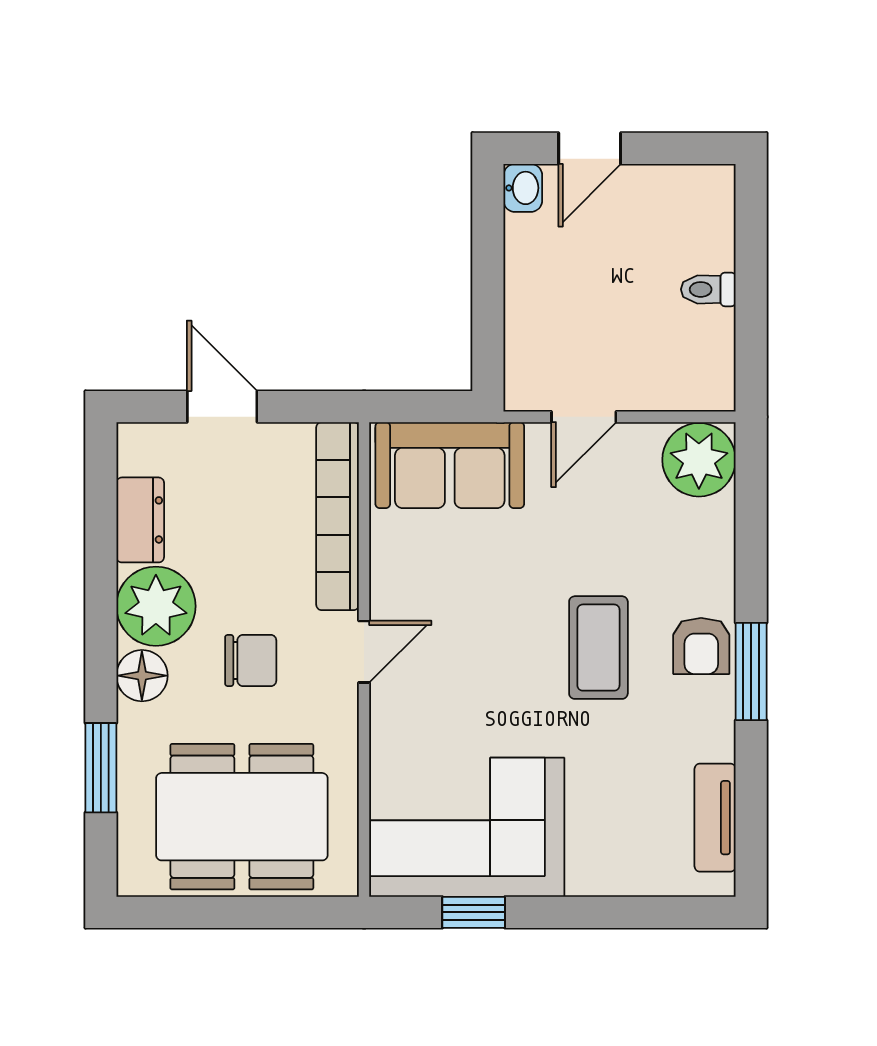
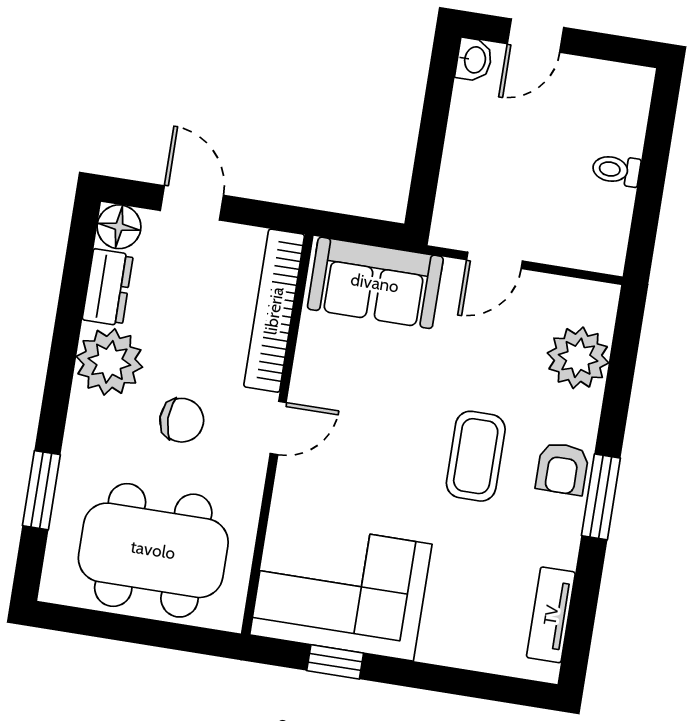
plant: (699, 460) -> (578, 358), moved
floor lamp: (142, 676) -> (119, 227), moved

